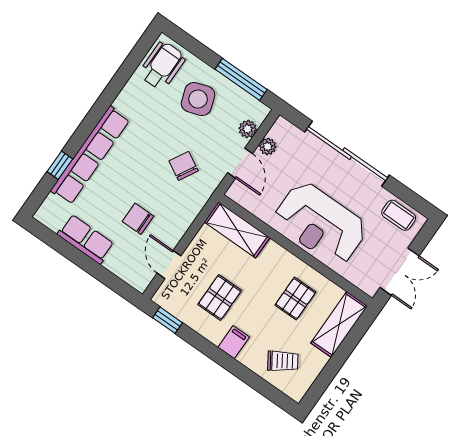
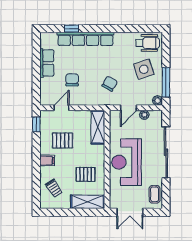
plant: (248, 129) -> (157, 101), moved

